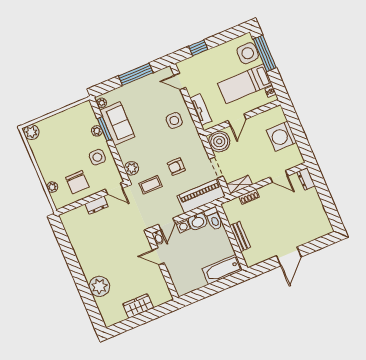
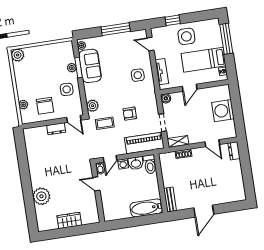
side table: (248, 53) -> (186, 36), moved
boiler: (219, 141) -> (166, 98), width x0.54, depth x0.54
bench: (240, 237) -> (170, 200), moved

